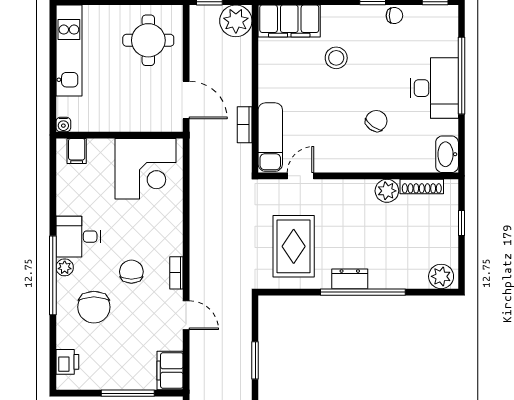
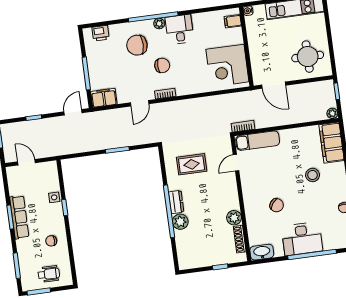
plant: (236, 21) -> (332, 113), width x0.53, depth x0.53
door: (186, 100) -> (274, 85), hinge flipped
bookcase: (245, 125) -> (243, 126), moved
door: (301, 176) -> (236, 163), swing flipped
rug: (294, 246) -> (192, 164), width x0.73, depth x0.70
plant: (441, 276) -> (180, 222), moved

